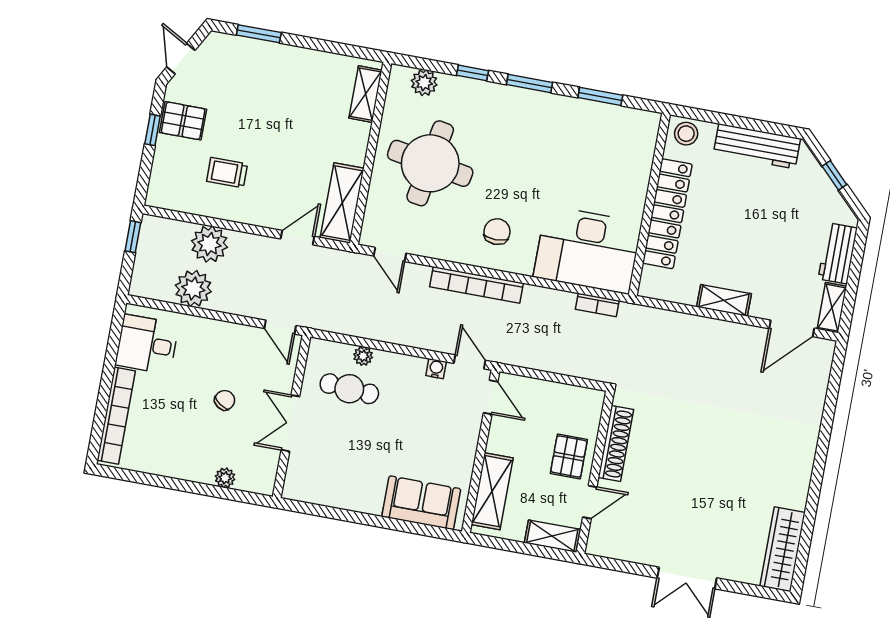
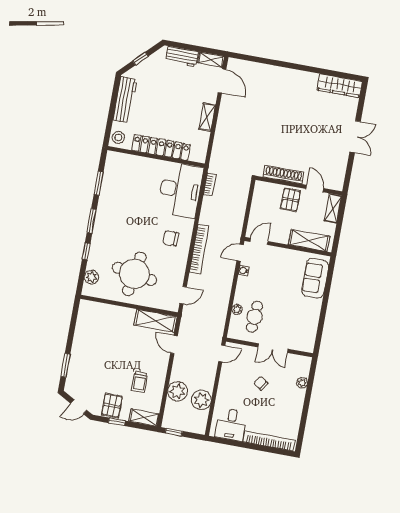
shelving: (366, 94) -> (144, 418), moved
pallet: (569, 456) -> (290, 200), turned 90

